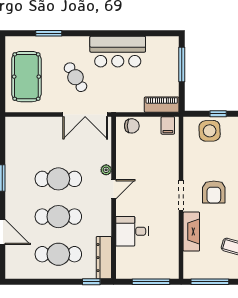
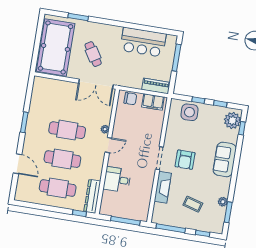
bar counter: (118, 52) -> (143, 42), moved
pool table: (26, 77) -> (56, 47), width x1.36, depth x1.32
filing cabinet: (168, 125) -> (153, 102), width x2.00

